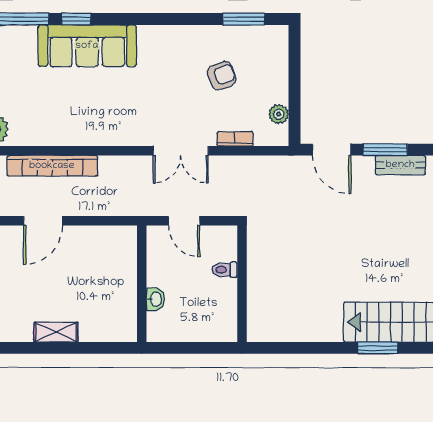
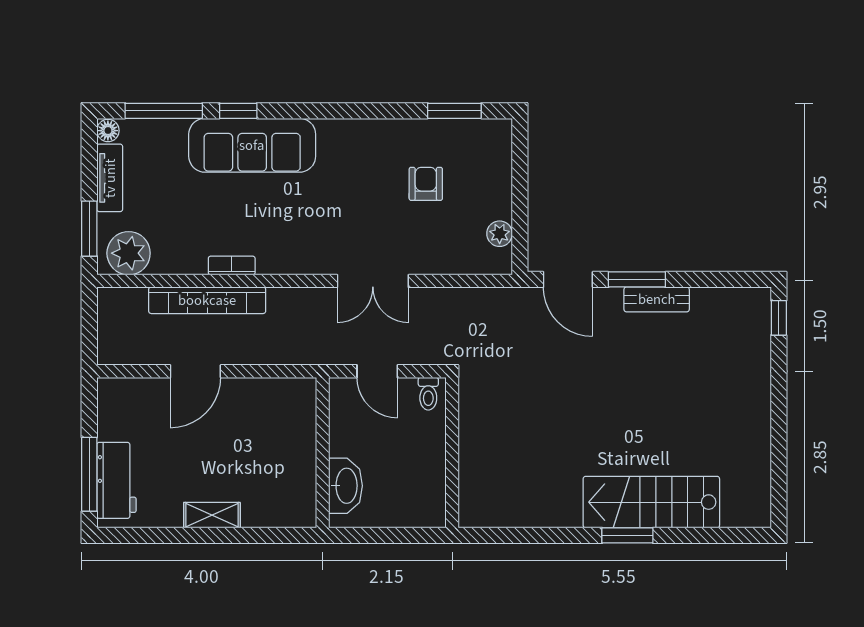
armchair: (222, 76) -> (426, 184), turned -69
bookcase: (235, 139) -> (232, 266), moved
toilet: (225, 270) -> (428, 394), moved, turned -90
washbasin: (155, 299) -> (346, 486), width x1.91, depth x1.45

